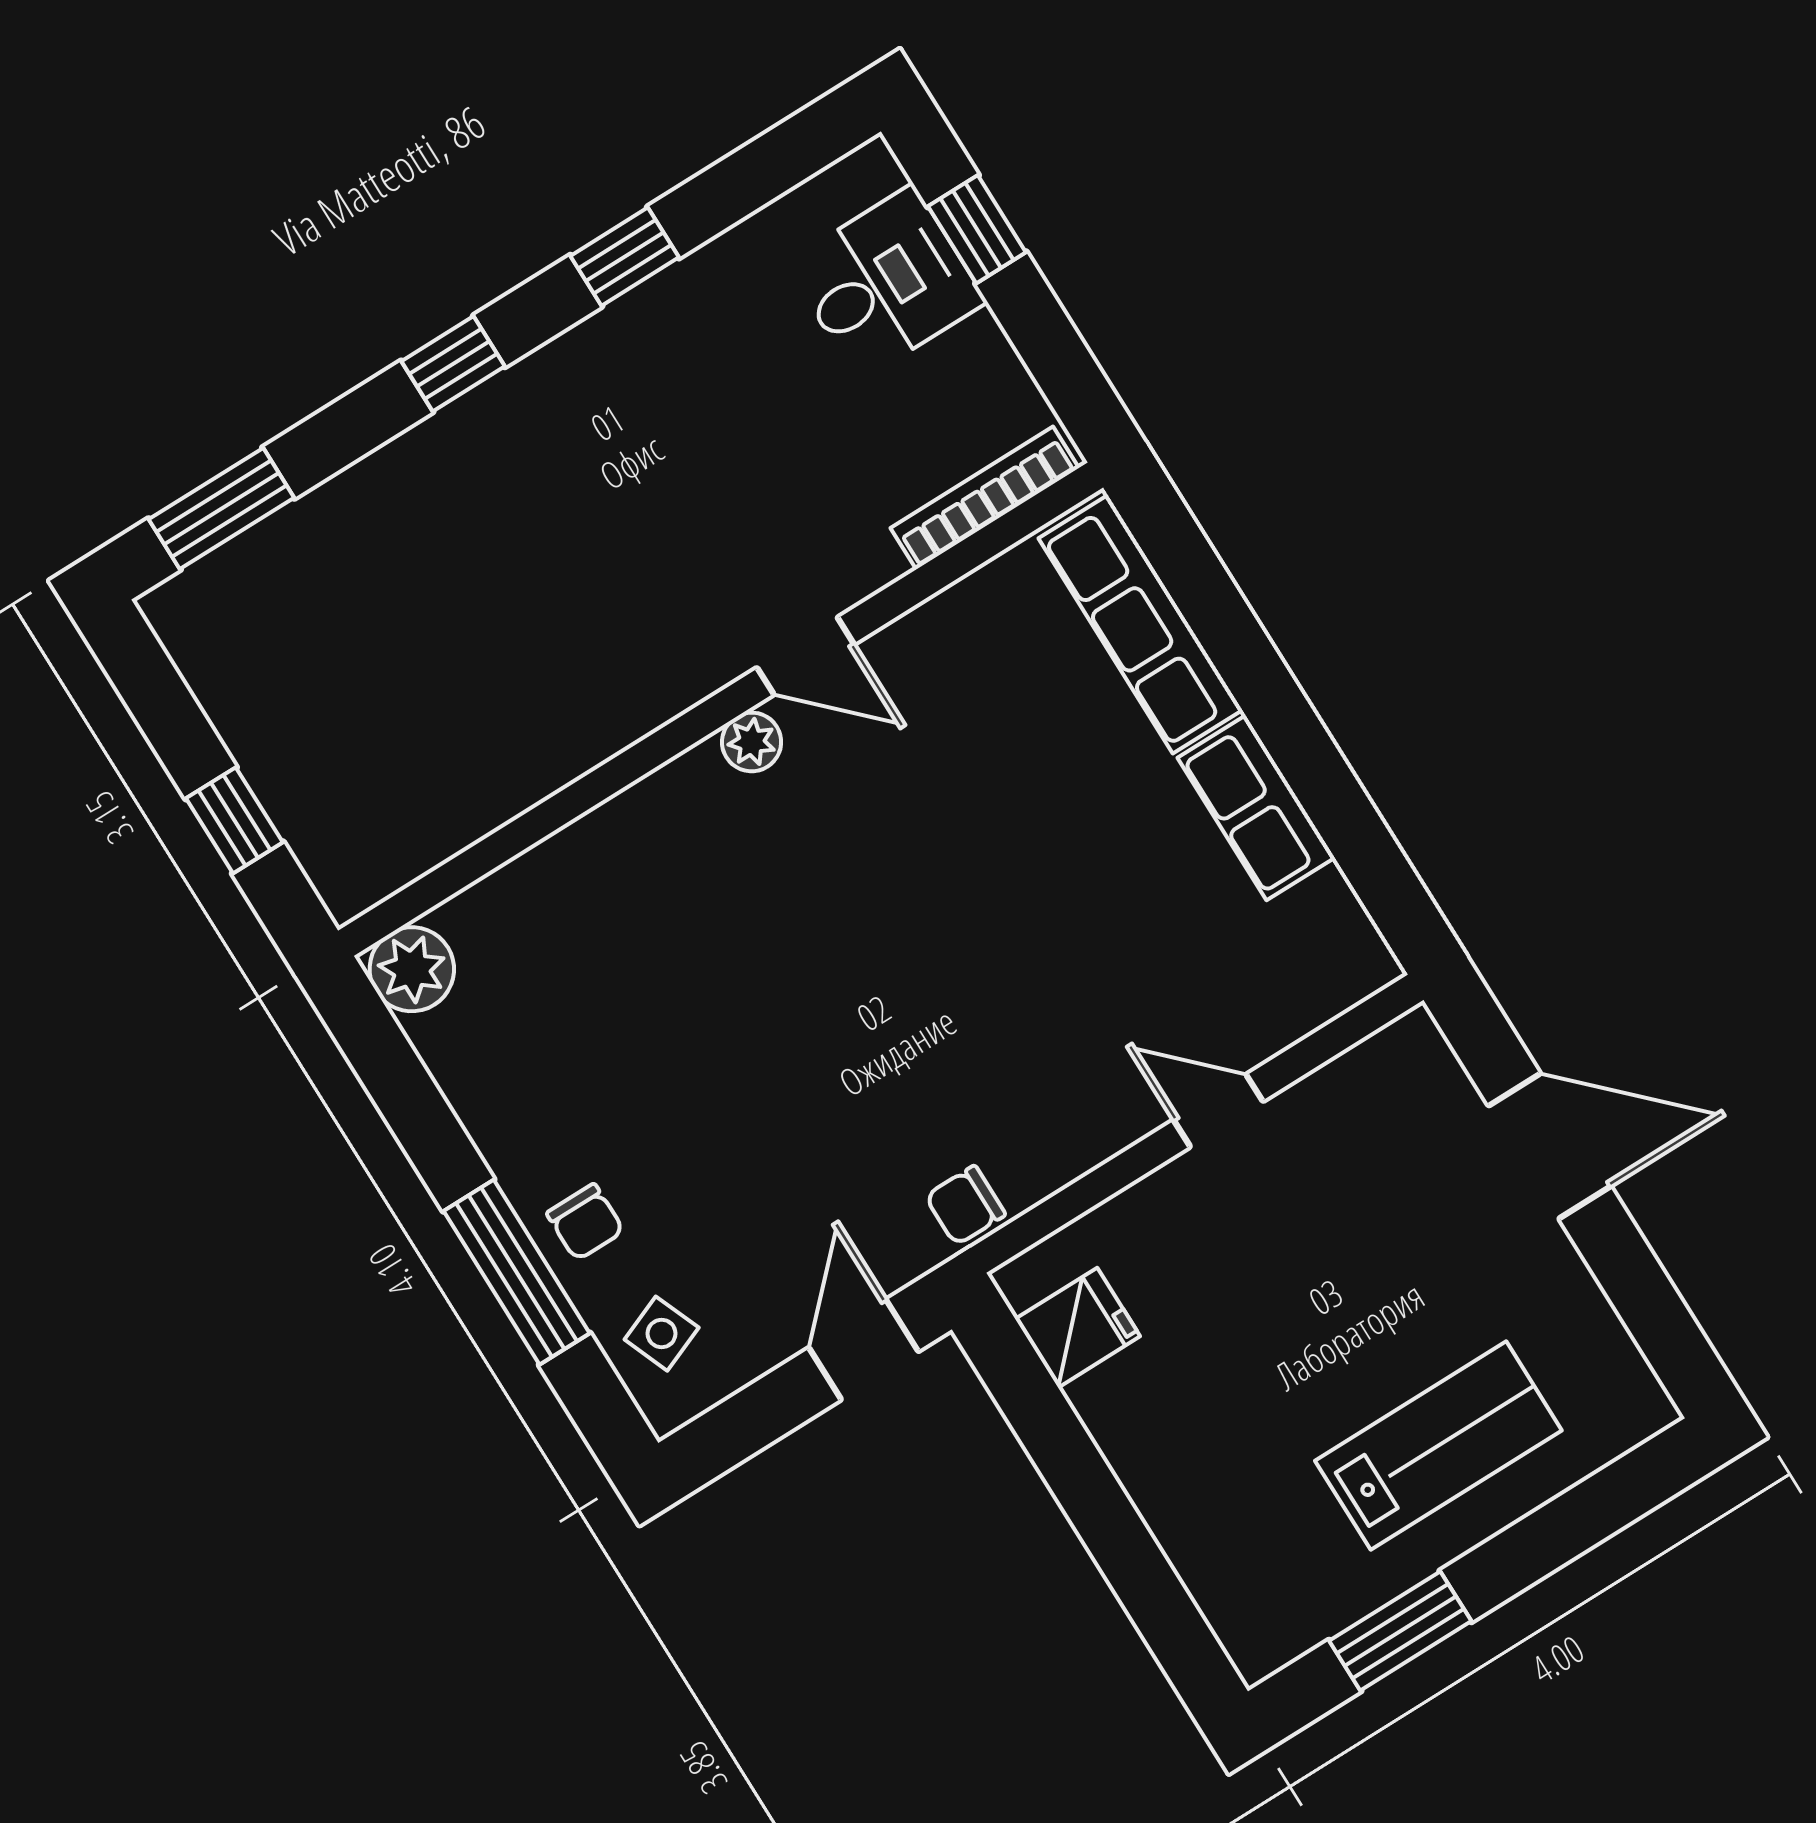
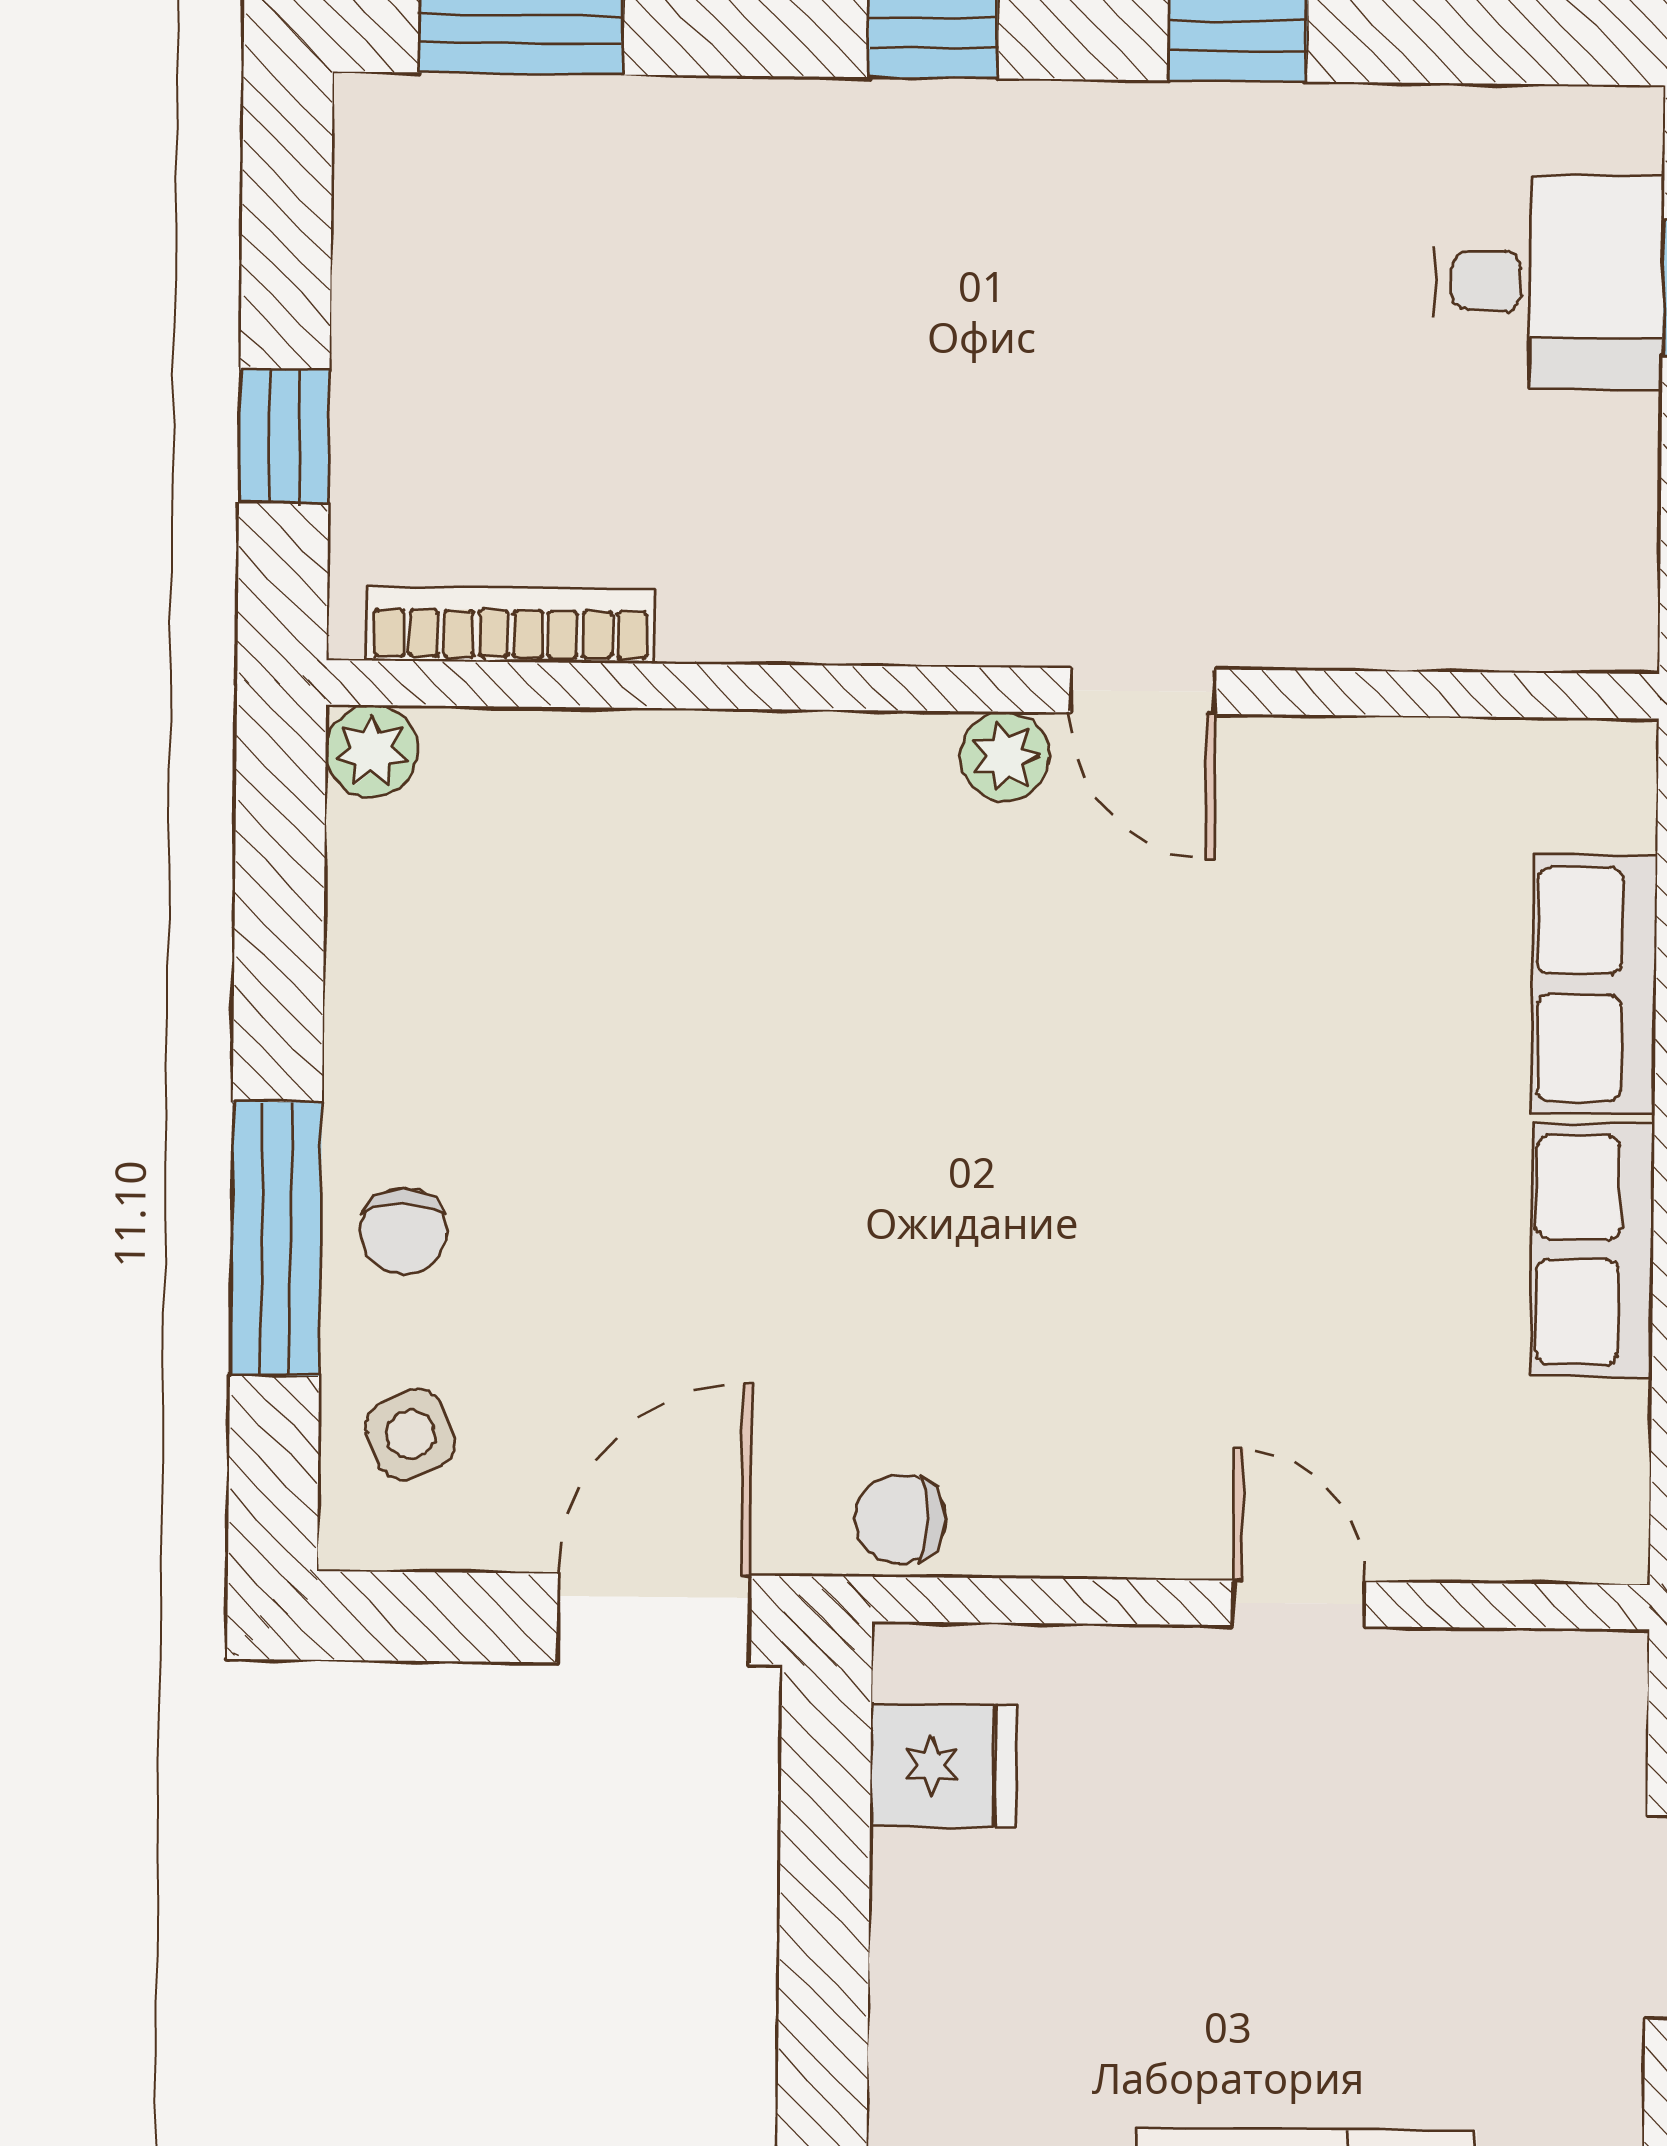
bookcase: (985, 498) -> (511, 625), moved
row of seats: (1140, 624) -> (1594, 984), width x0.68
plant: (412, 969) -> (372, 751), width x0.73, depth x0.73
door: (864, 1350) -> (654, 1619), width x1.38

